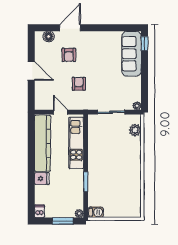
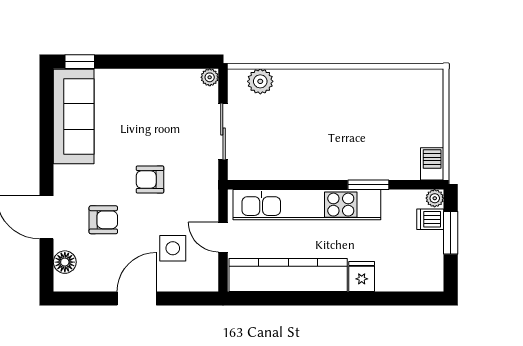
sofa: (132, 54) -> (74, 116), moved, turned -90
armchair: (79, 84) -> (150, 180), moved
side table: (55, 88) -> (173, 248), added
door: (61, 112) -> (223, 237), hinge flipped
kitchen unit: (76, 143) -> (307, 205), width x1.36
dishwasher: (39, 211) -> (430, 219), moved

